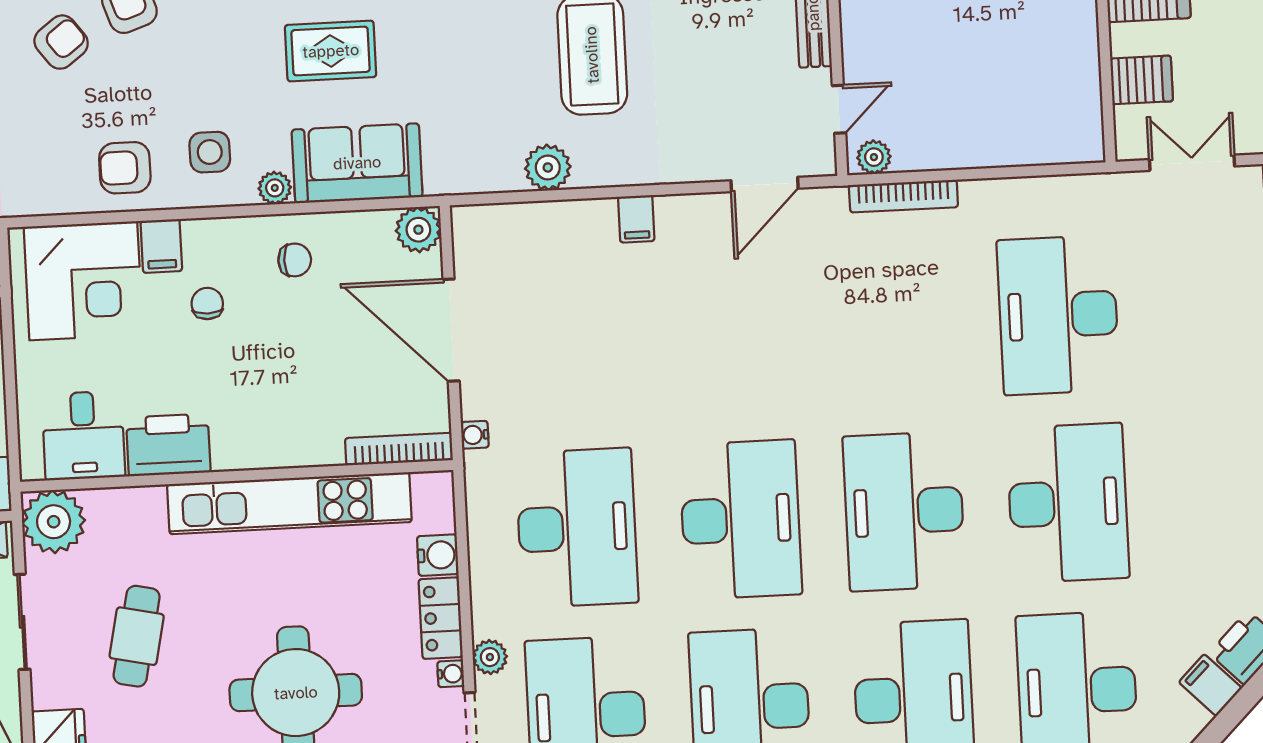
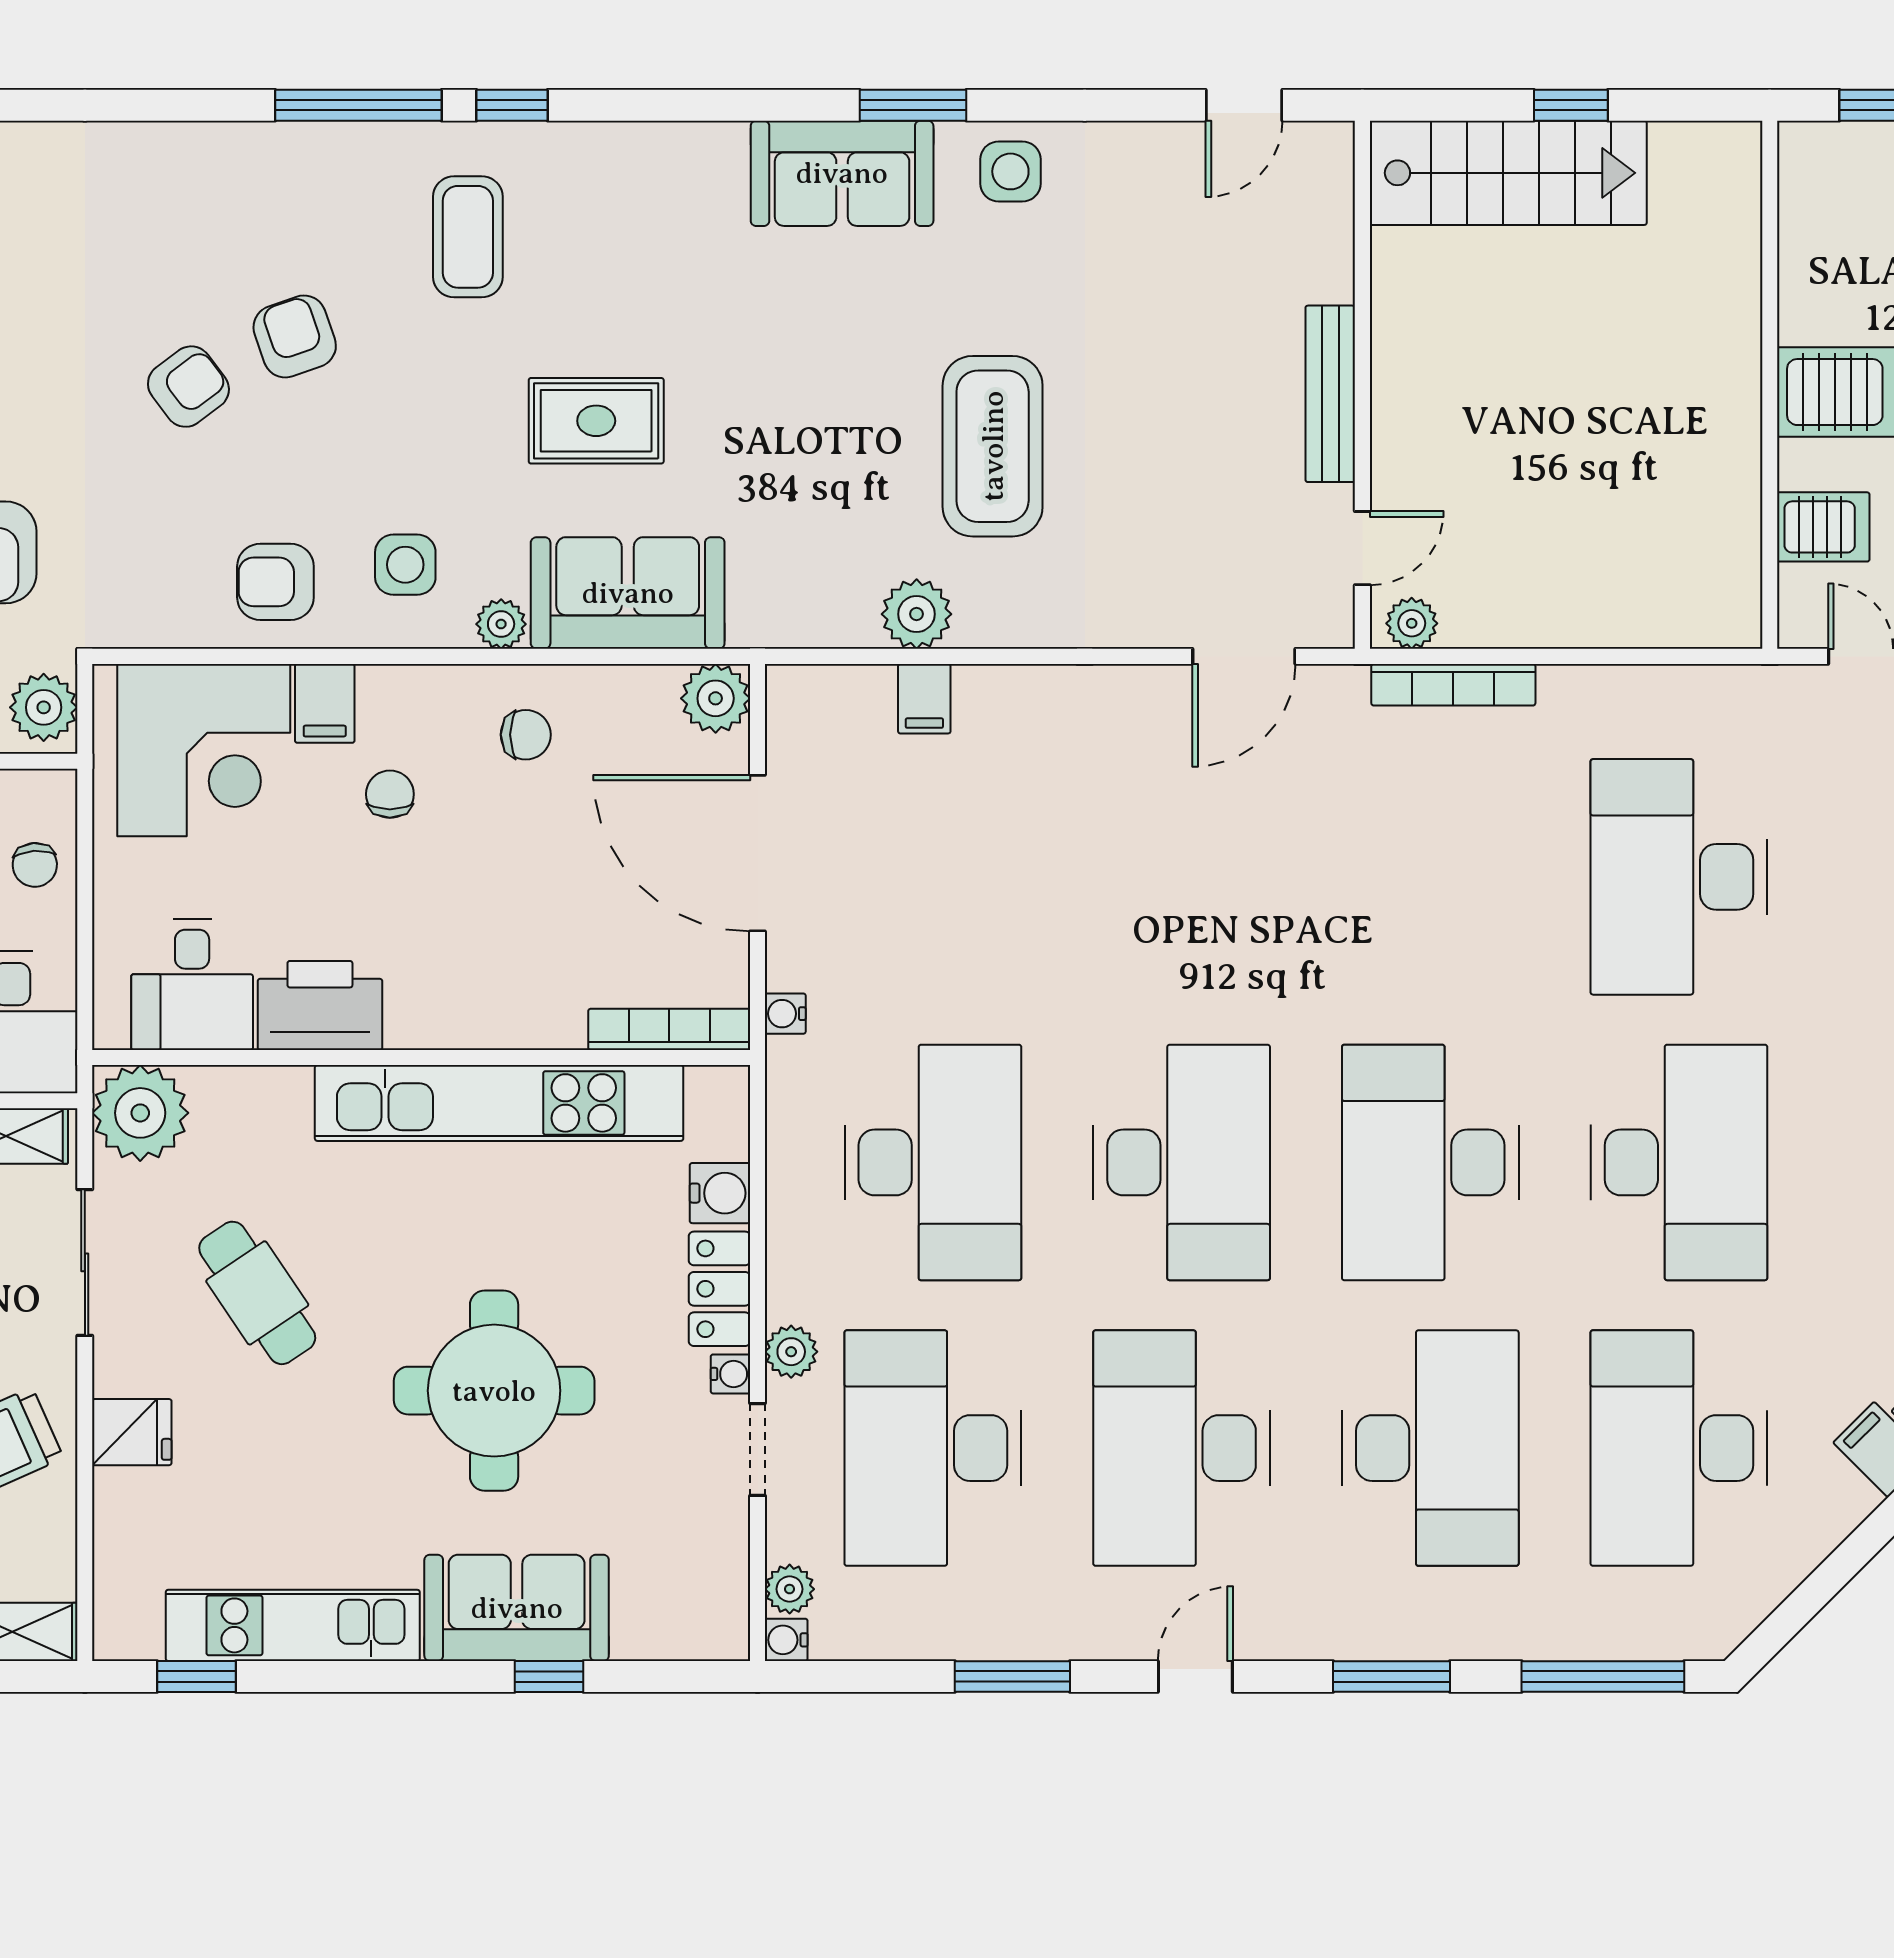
filing cabinet: (636, 219) -> (924, 699), moved
cafe table: (137, 636) -> (257, 1293), turned -46

